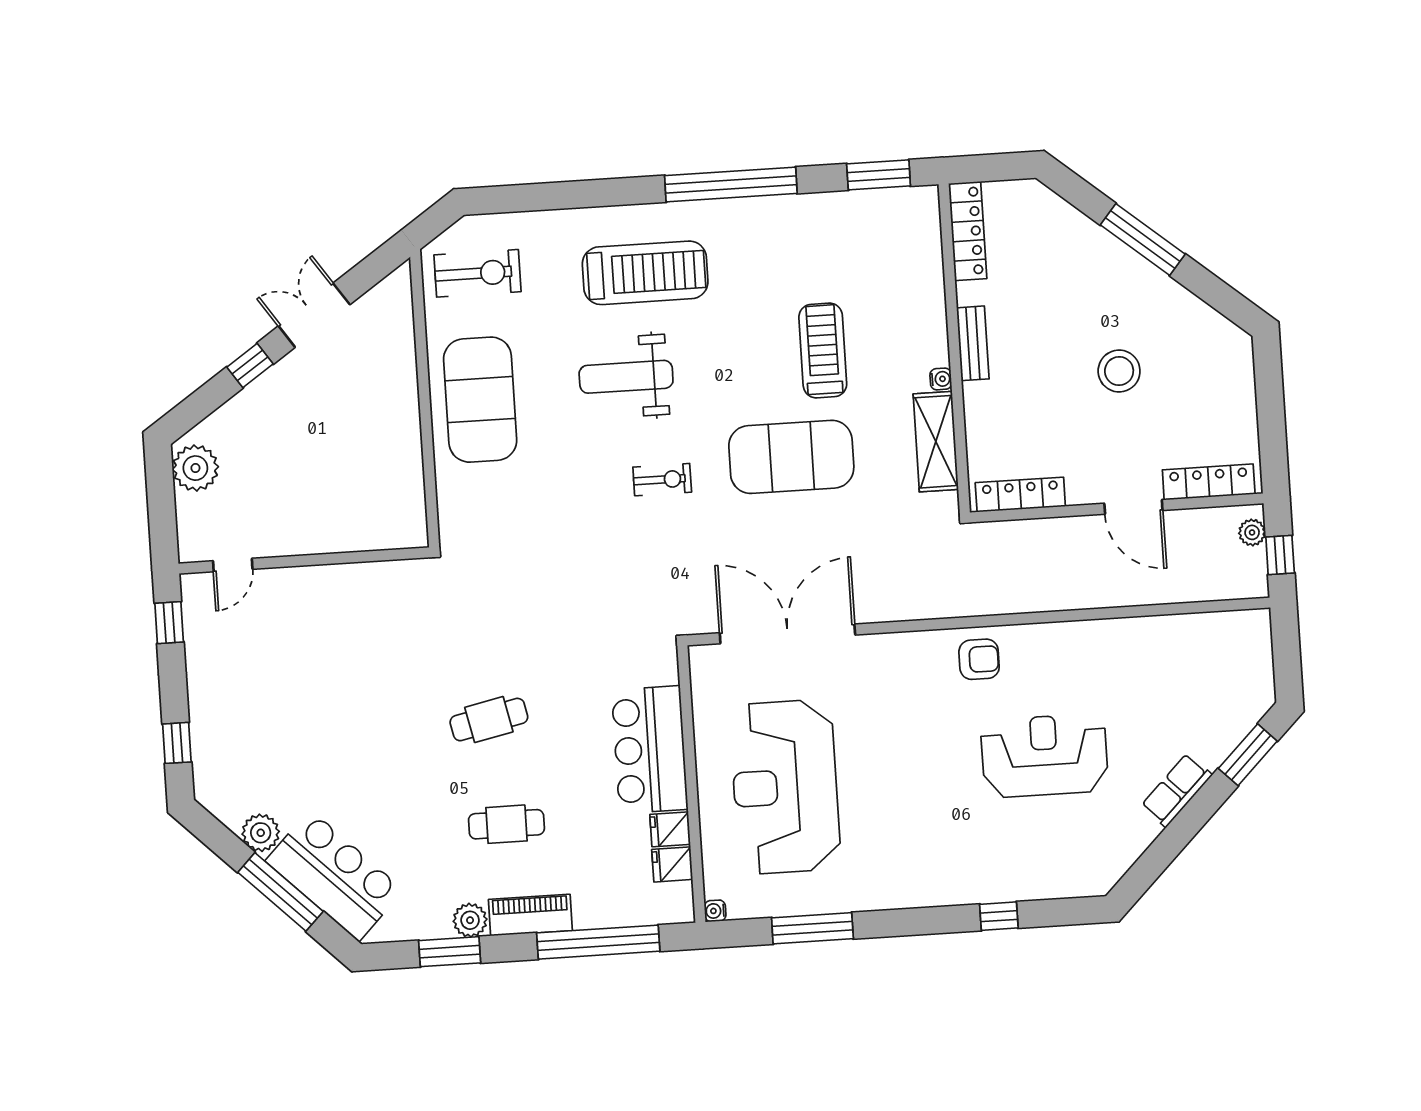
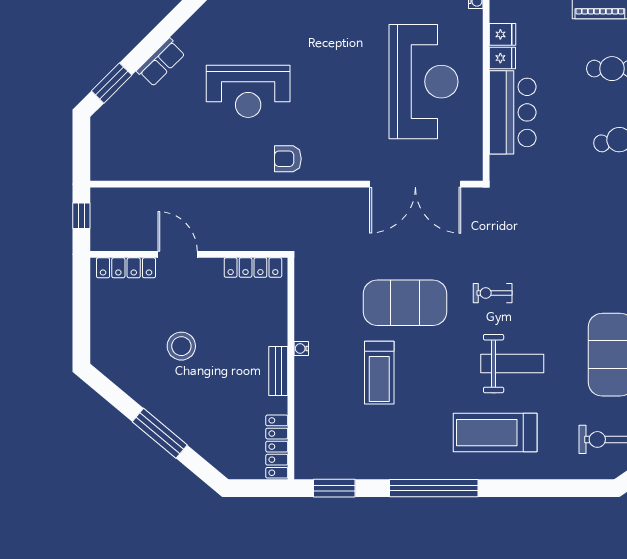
shelving: (936, 442) -> (307, 307), removed
plant: (1252, 532) -> (99, 232), removed

